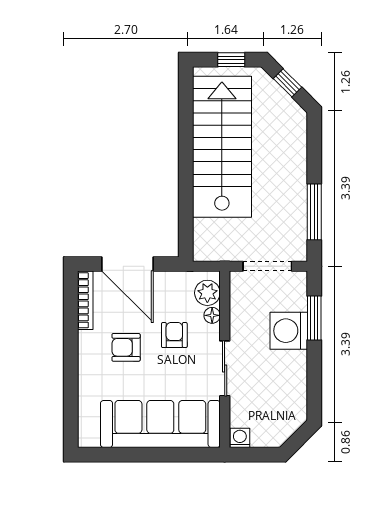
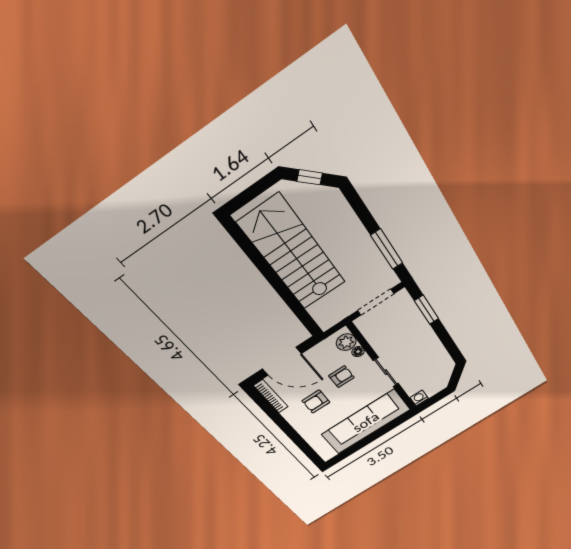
window: (231, 60) -> (255, 190), removed
washing machine: (289, 331) -> (414, 327), removed
armchair: (174, 335) -> (341, 377), turned 90

